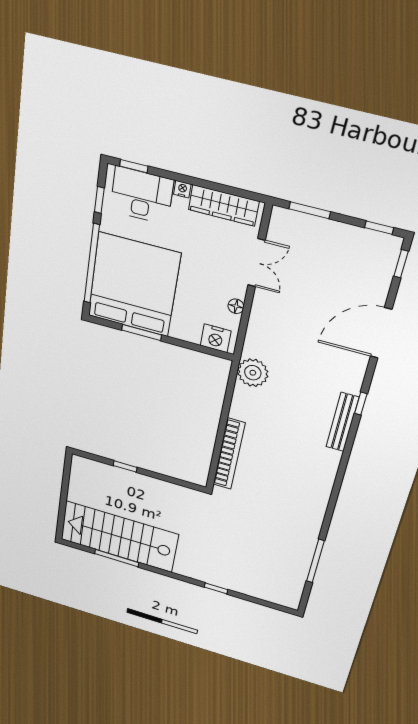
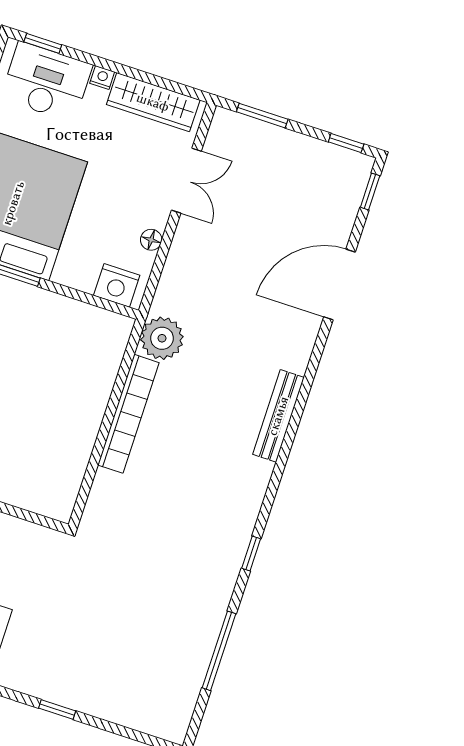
window: (361, 404) -> (251, 553), moved
bookcase: (229, 454) -> (128, 414), moved

